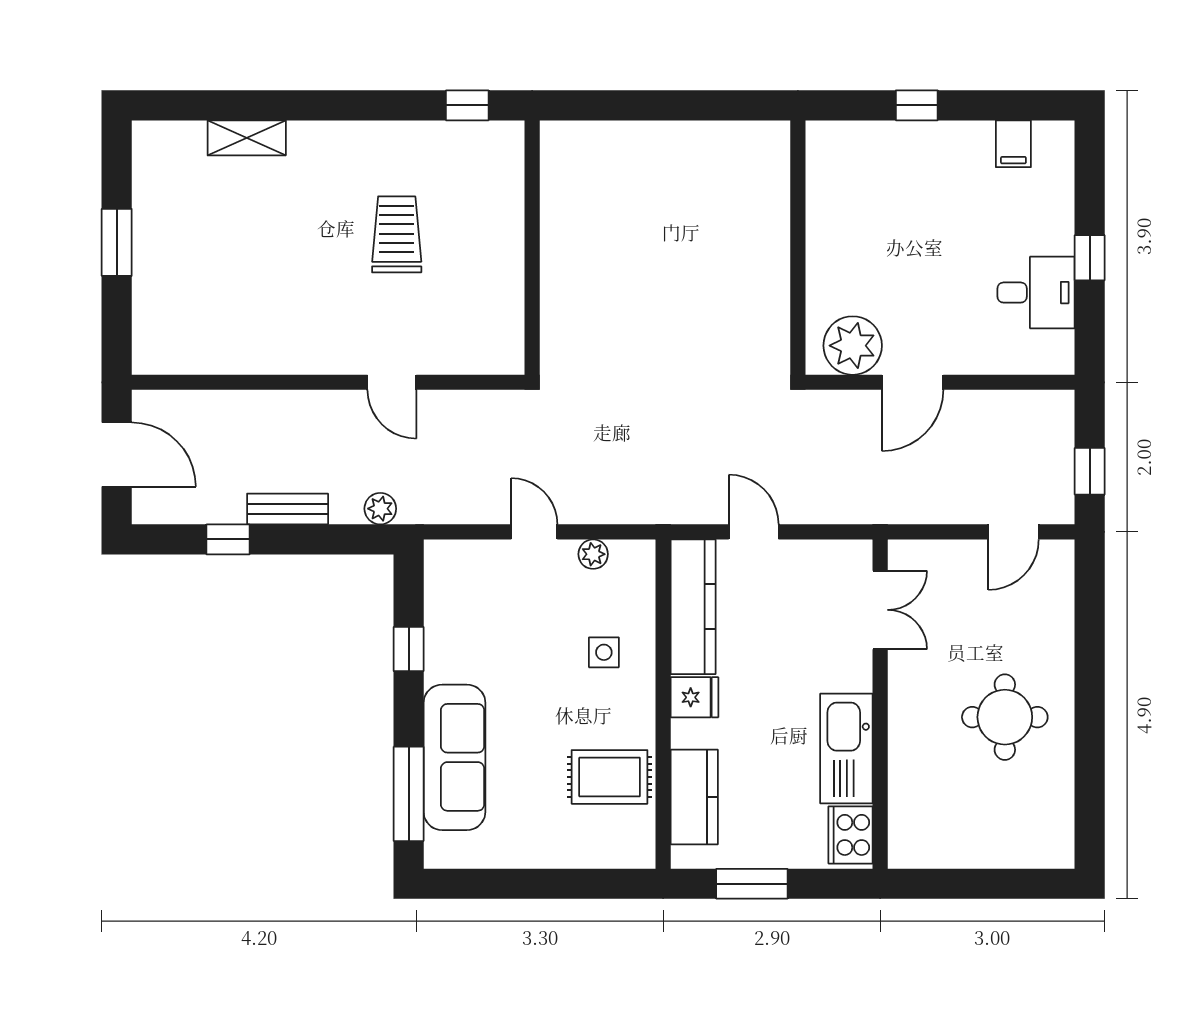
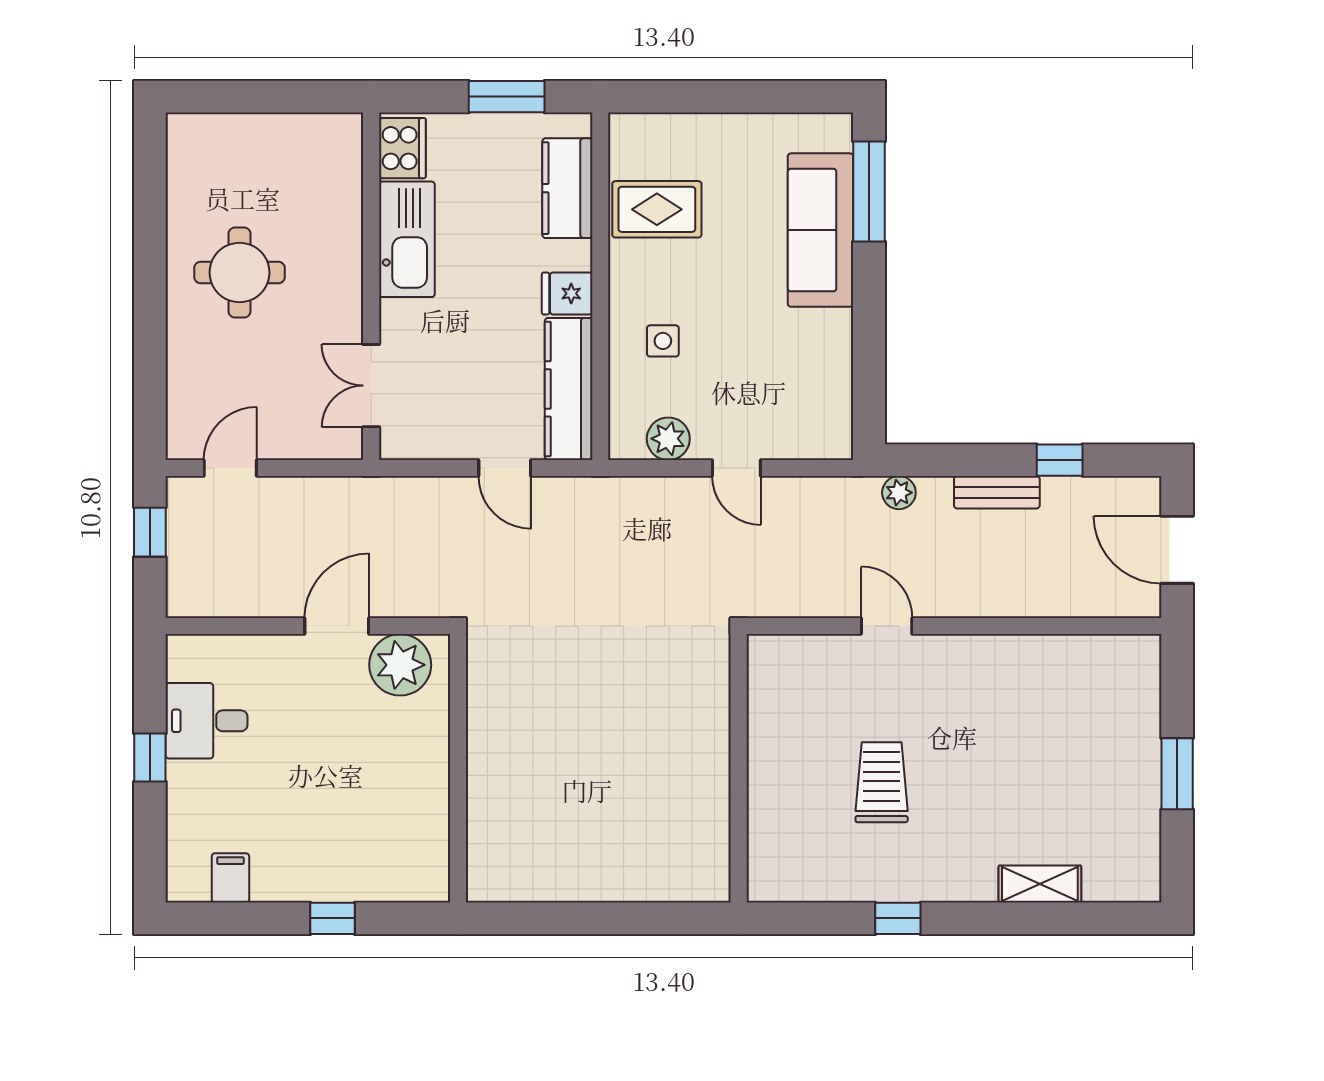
window: (467, 105) -> (898, 918), moved
trolley: (397, 234) -> (882, 782), turned 180
plant: (593, 554) -> (668, 439), width x1.38, depth x1.38
window: (409, 649) -> (869, 344), removed

